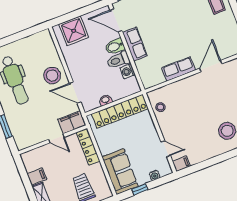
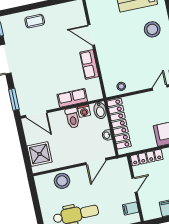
door: (116, 20) -> (36, 114), hinge flipped
row of seats: (135, 44) -> (72, 98), moved
bidet: (115, 47) -> (100, 110), moved
stool: (52, 76) -> (62, 181), moved
filing cabinet: (71, 122) -> (131, 208), moved, width x0.50

